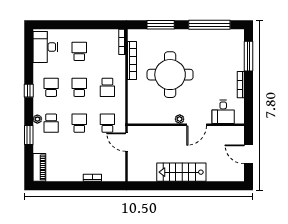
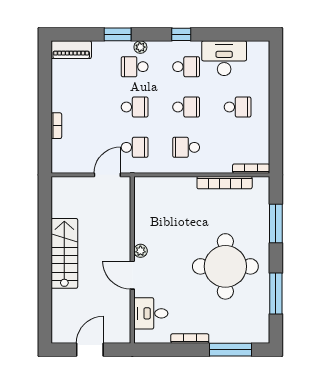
window: (209, 25) -> (276, 294), width x0.68
desk: (45, 47) -> (224, 58), moved
round table: (170, 75) -> (225, 266), moved

